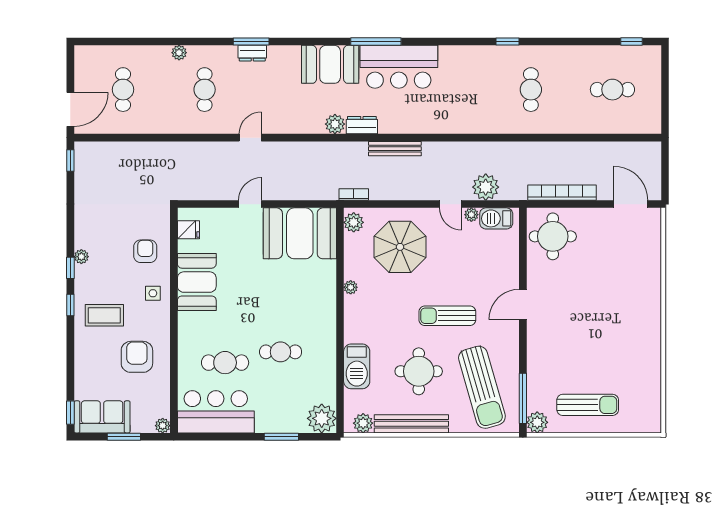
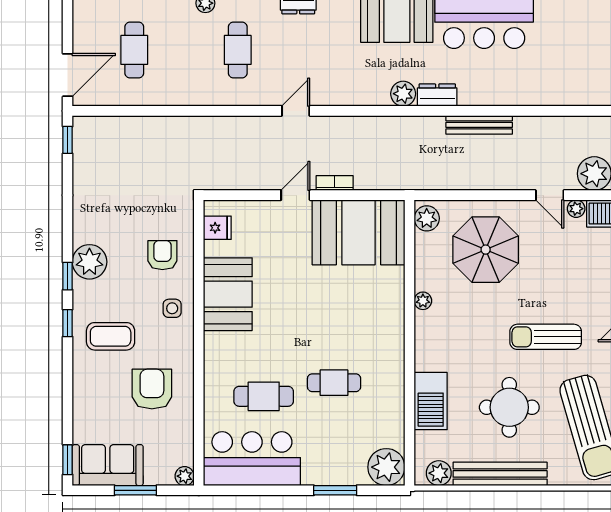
bookcase: (354, 194) -> (335, 183), moved
plant: (81, 257) -> (89, 262), width x1.87, depth x1.87

